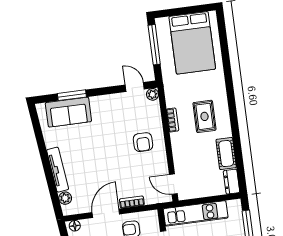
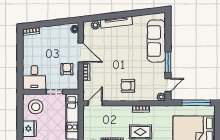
window: (72, 95) -> (168, 62), moved
sofa: (68, 112) -> (156, 41), width x1.36

